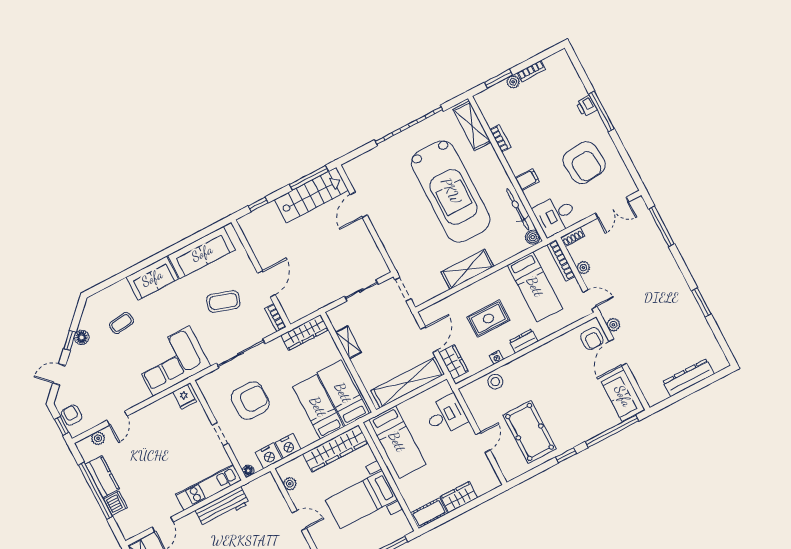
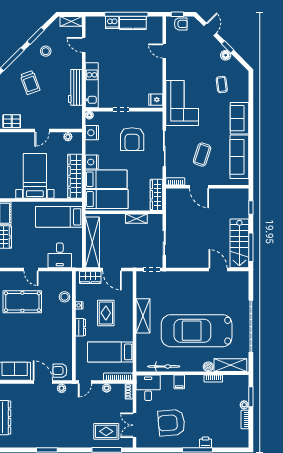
boiler: (533, 237) -> (208, 367), moved
rug: (638, 239) -> (106, 431), added
plant: (98, 438) -> (158, 33), removed
nightstand: (288, 446) -> (92, 162), moved

